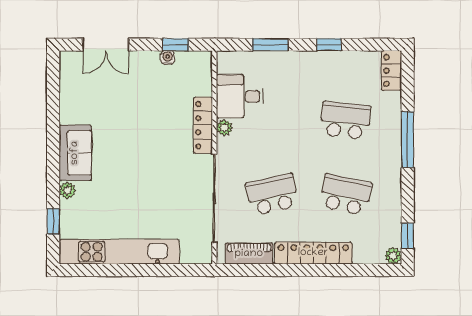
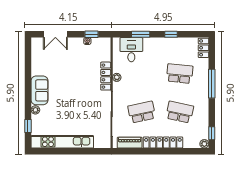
desk: (240, 96) -> (131, 50), moved, turned 90

